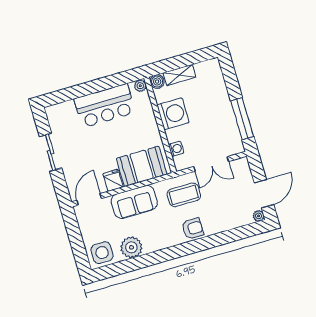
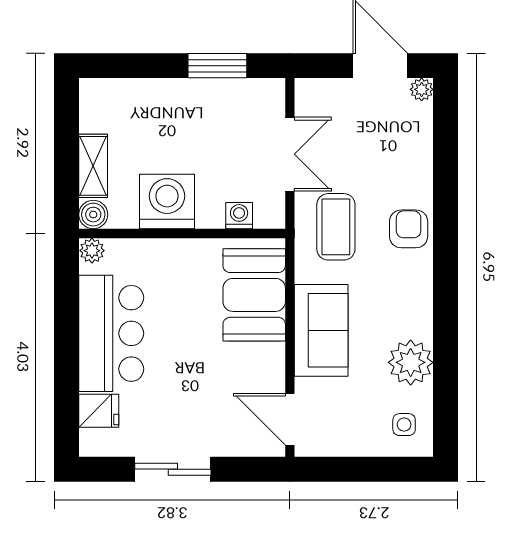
window: (242, 119) -> (217, 66), width x0.69
fridge: (113, 180) -> (99, 411), moved, turned 180
side table: (102, 253) -> (404, 425), width x0.54, depth x0.54

